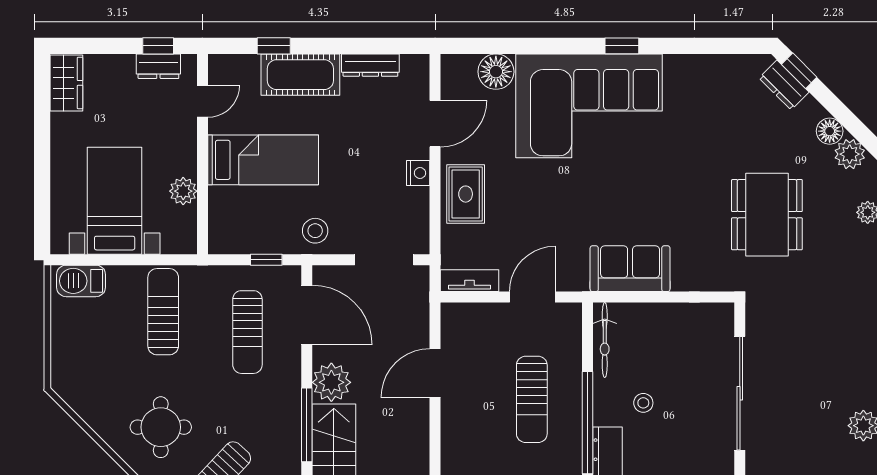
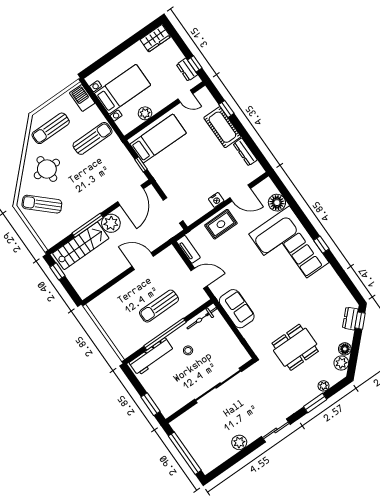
bed: (263, 160) -> (158, 139), moved, turned -90
stool: (315, 231) -> (166, 176), removed
sun lounger: (247, 332) -> (51, 128), moved

